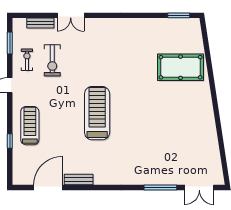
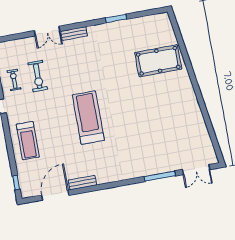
window: (179, 15) -> (116, 19), moved
bench: (40, 23) -> (74, 34), moved
treadmill: (30, 126) -> (28, 141), turned 180
window: (10, 141) -> (16, 183), moved

